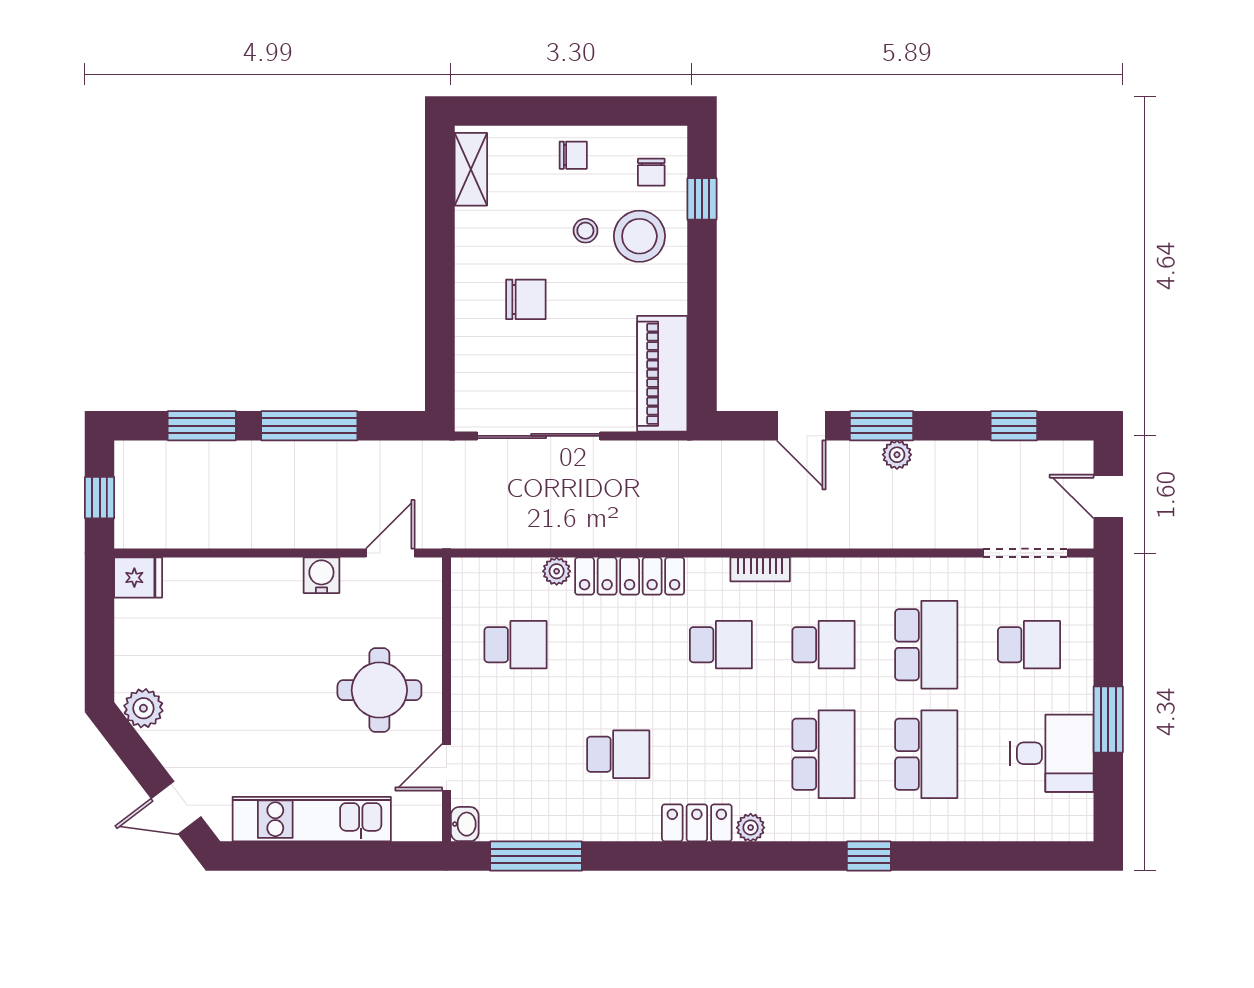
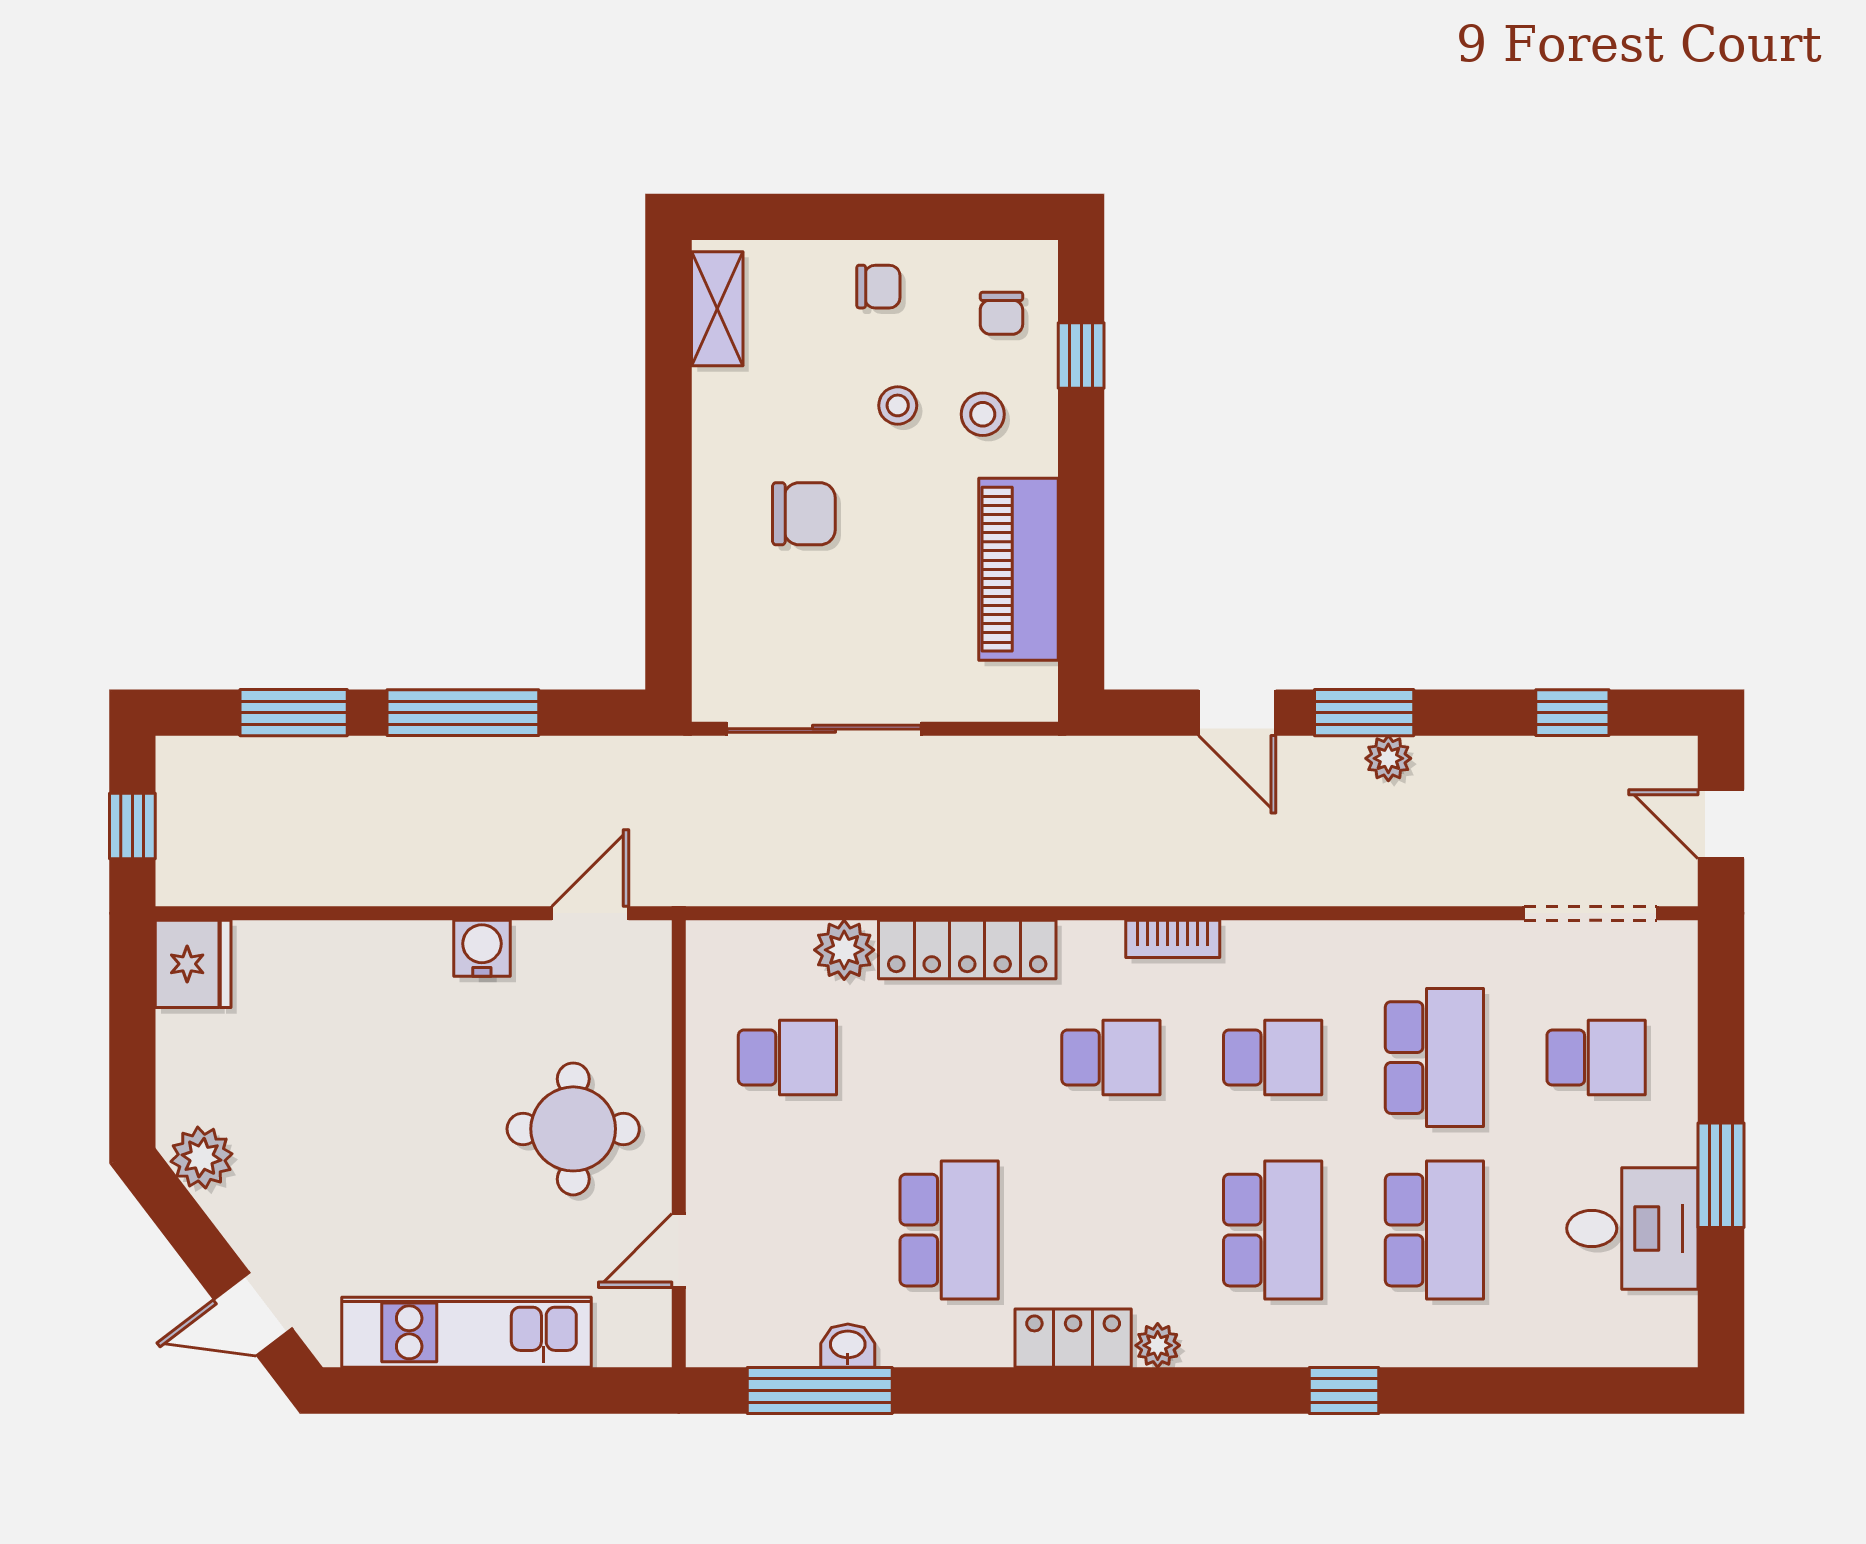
stool: (639, 236) -> (983, 414), width x0.53, depth x0.53
piano: (662, 374) -> (1019, 569), moved
plant: (557, 571) -> (844, 950), width x1.38, depth x1.38
fridge: (138, 578) -> (193, 964), width x1.38
school desk: (618, 754) -> (949, 1230), width x1.85
washbasin: (465, 824) -> (848, 1346), moved, turned -90

